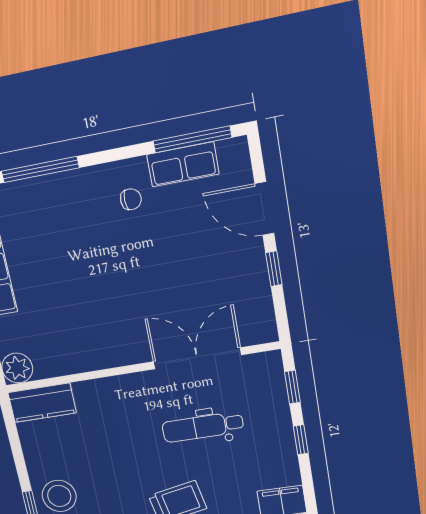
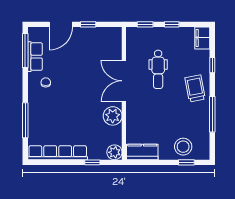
plant: (89, 352) -> (113, 116), added
double door: (197, 358) -> (124, 81), moved
kitchen counter: (42, 403) -> (142, 152), moved, turned -90

